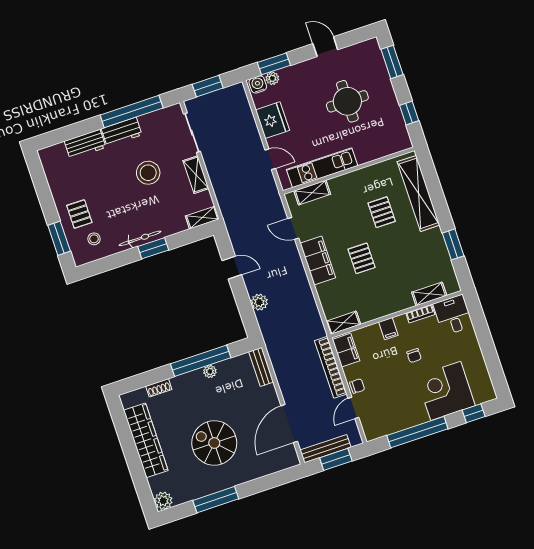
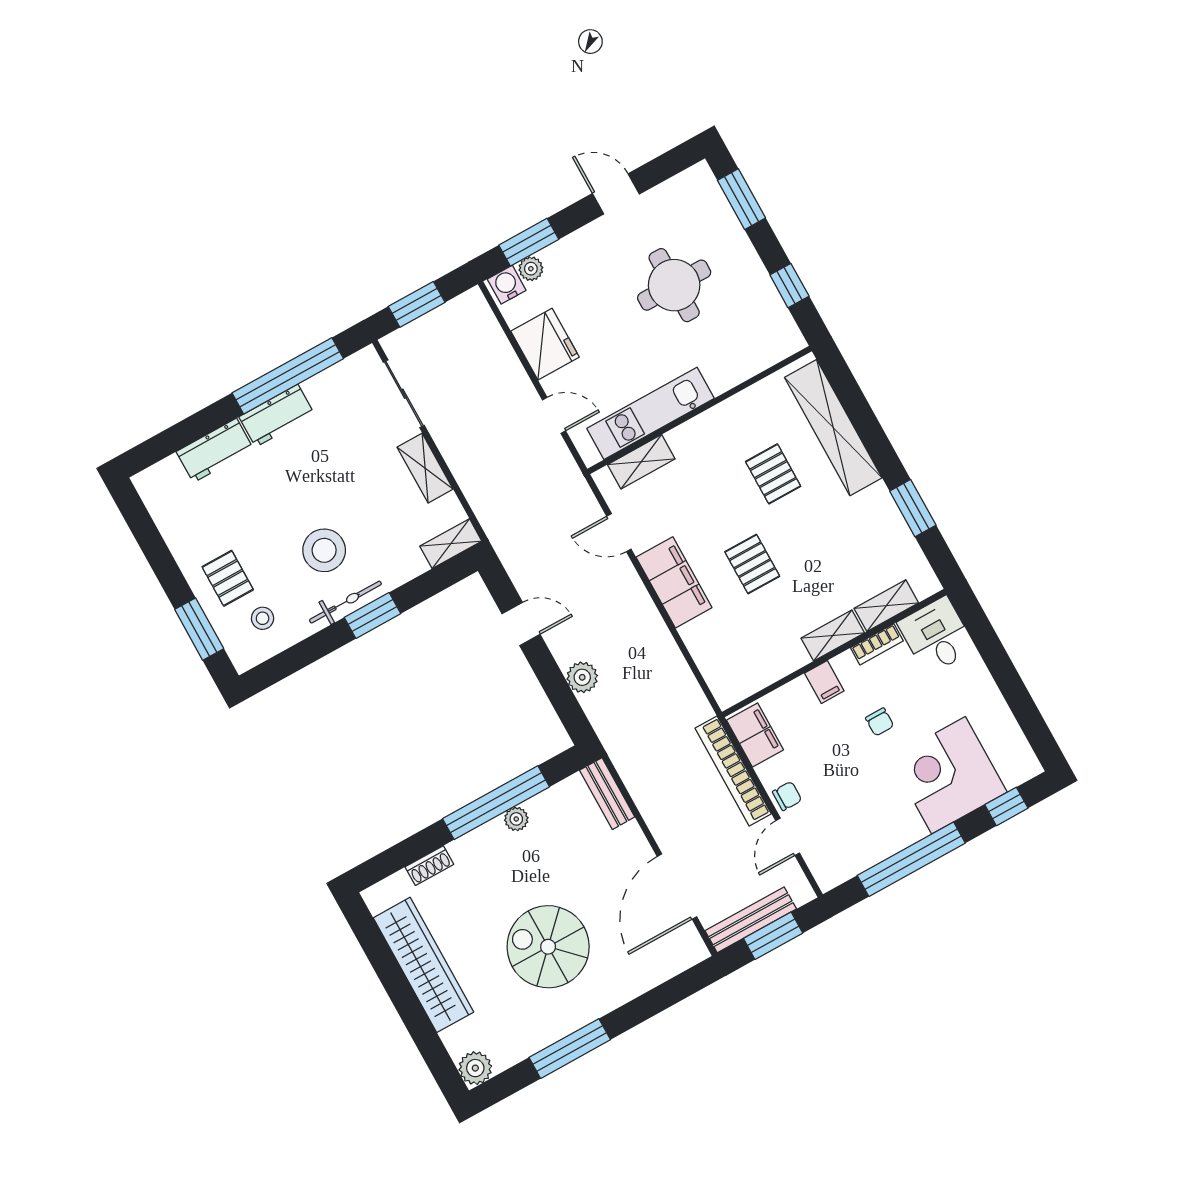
stool: (148, 173) -> (324, 550), moved
shelving: (343, 323) -> (833, 635), moved

